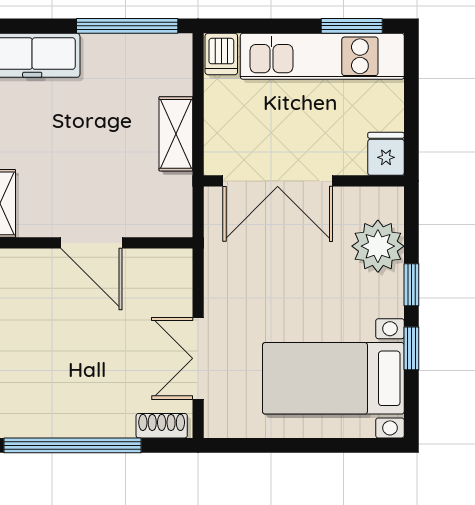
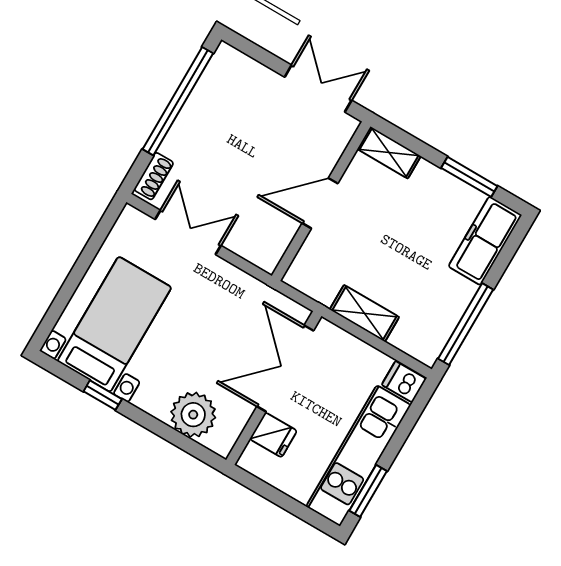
fridge: (386, 154) -> (273, 435), moved
window: (411, 285) -> (150, 423), removed

